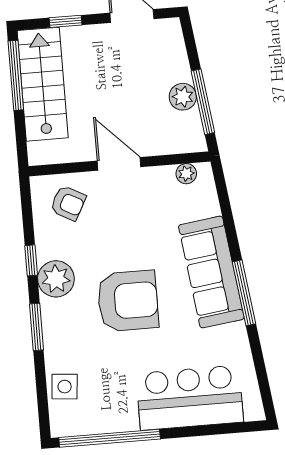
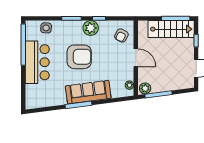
plant: (183, 97) -> (145, 88), moved
door: (119, 164) -> (136, 58), hinge flipped
armchair: (128, 301) -> (79, 57), turned -90
bar counter: (190, 398) -> (37, 62), moved

